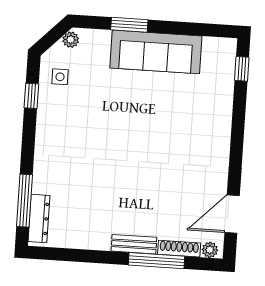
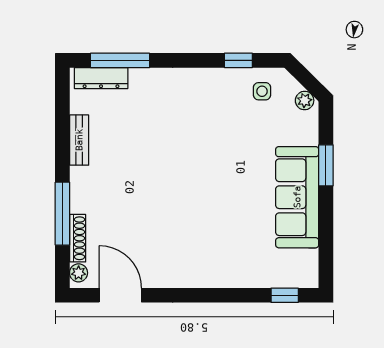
bench: (134, 244) -> (79, 140), moved

